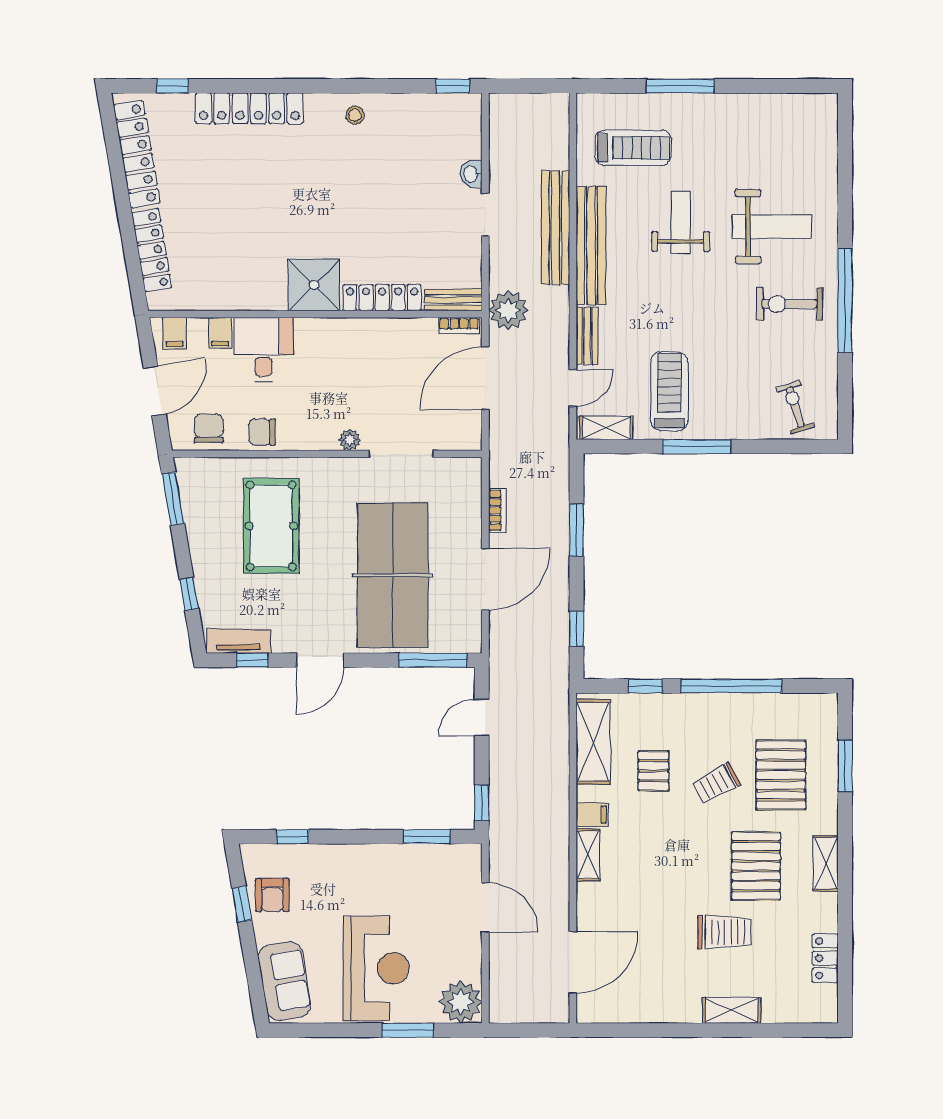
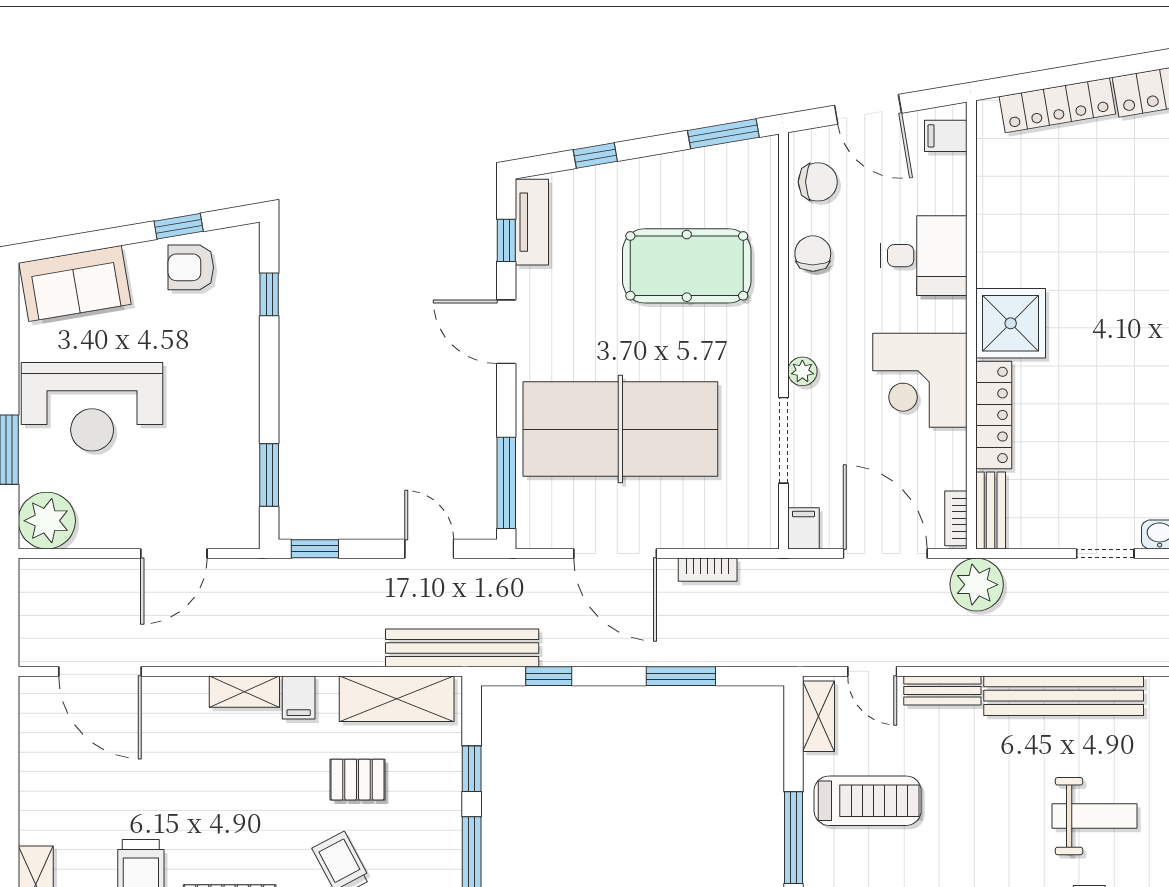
bench: (555, 228) -> (462, 648), moved
filing cabinet: (220, 333) -> (804, 528), moved, turned 90
corner desk: (356, 352) -> (920, 380), added

